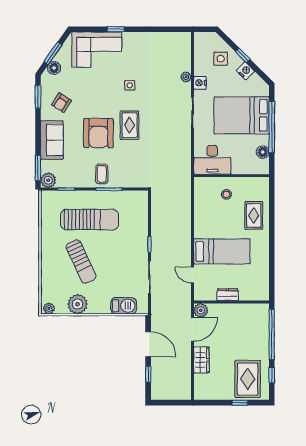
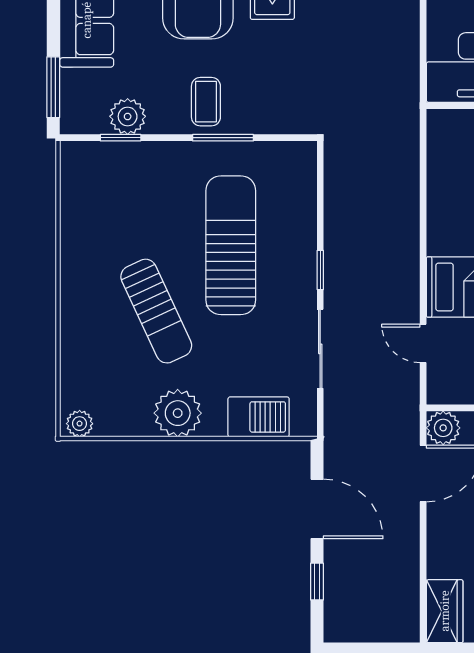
plant: (48, 180) -> (128, 116), moved
sun lounger: (90, 220) -> (231, 245), moved, turned -90
plant: (78, 304) -> (178, 413), moved
wardrobe: (201, 360) -> (445, 611), moved

